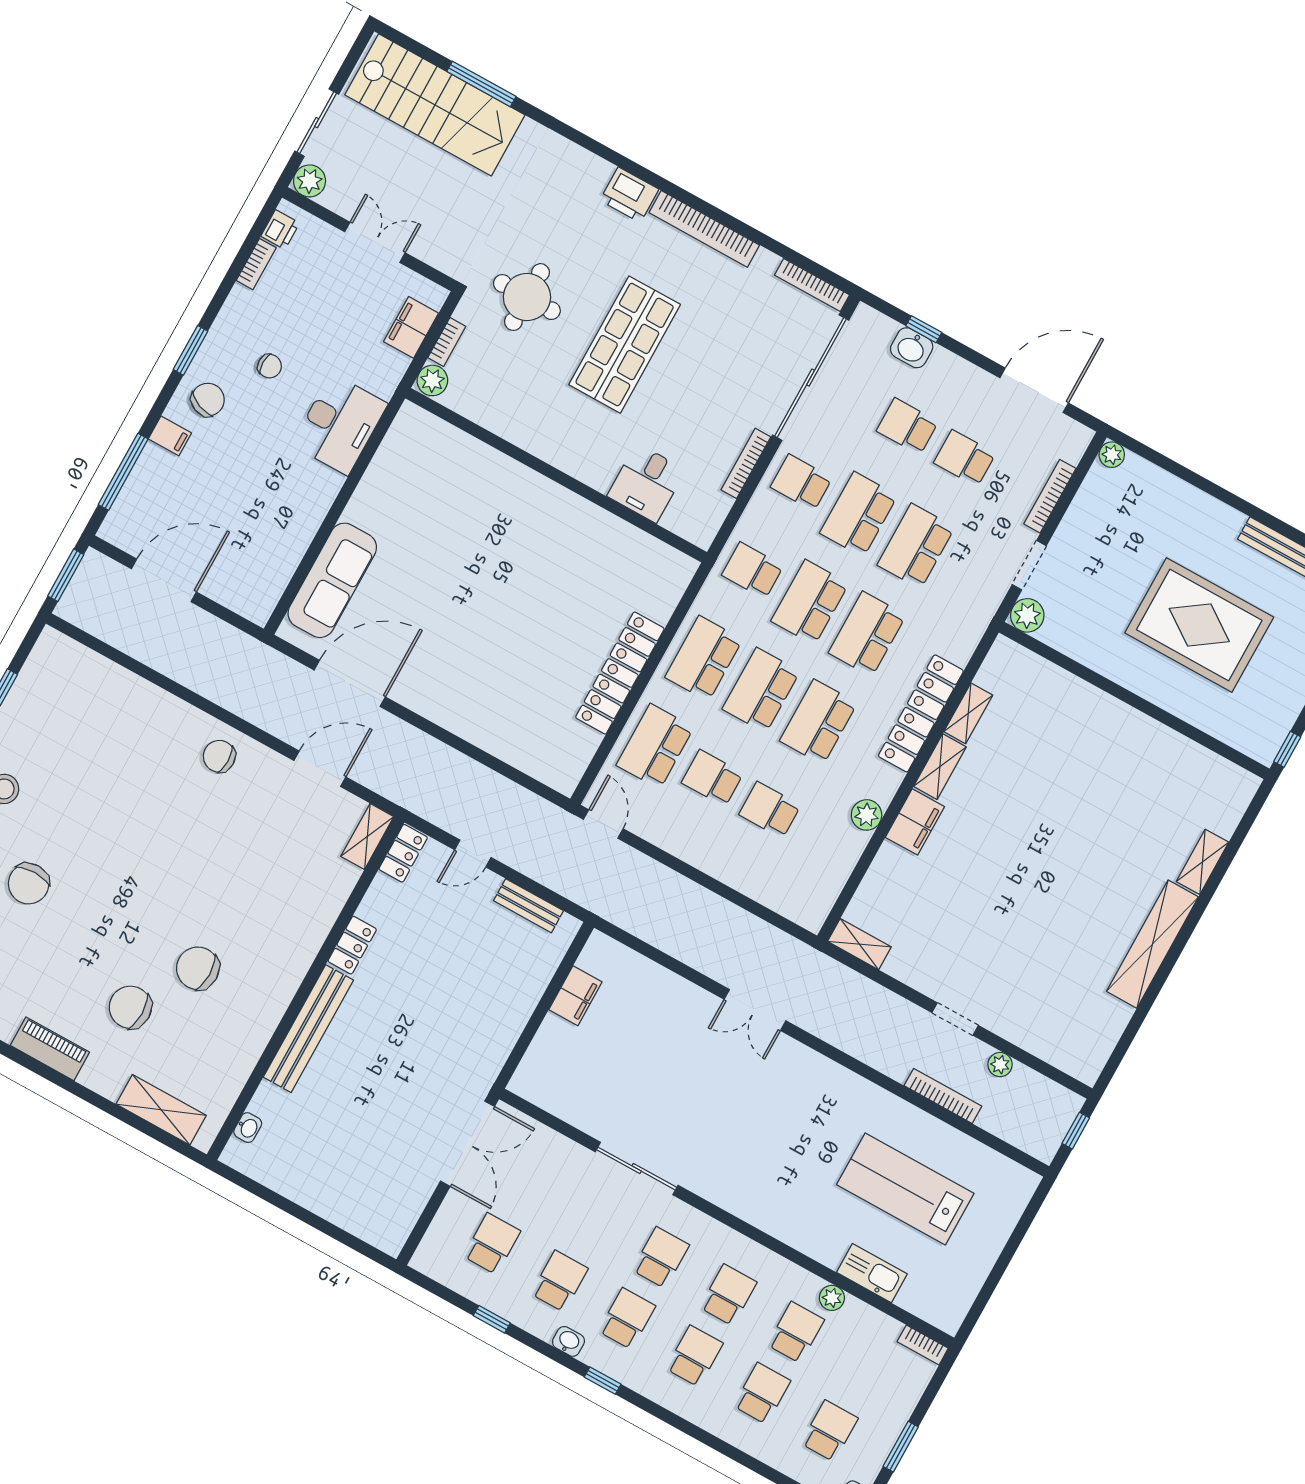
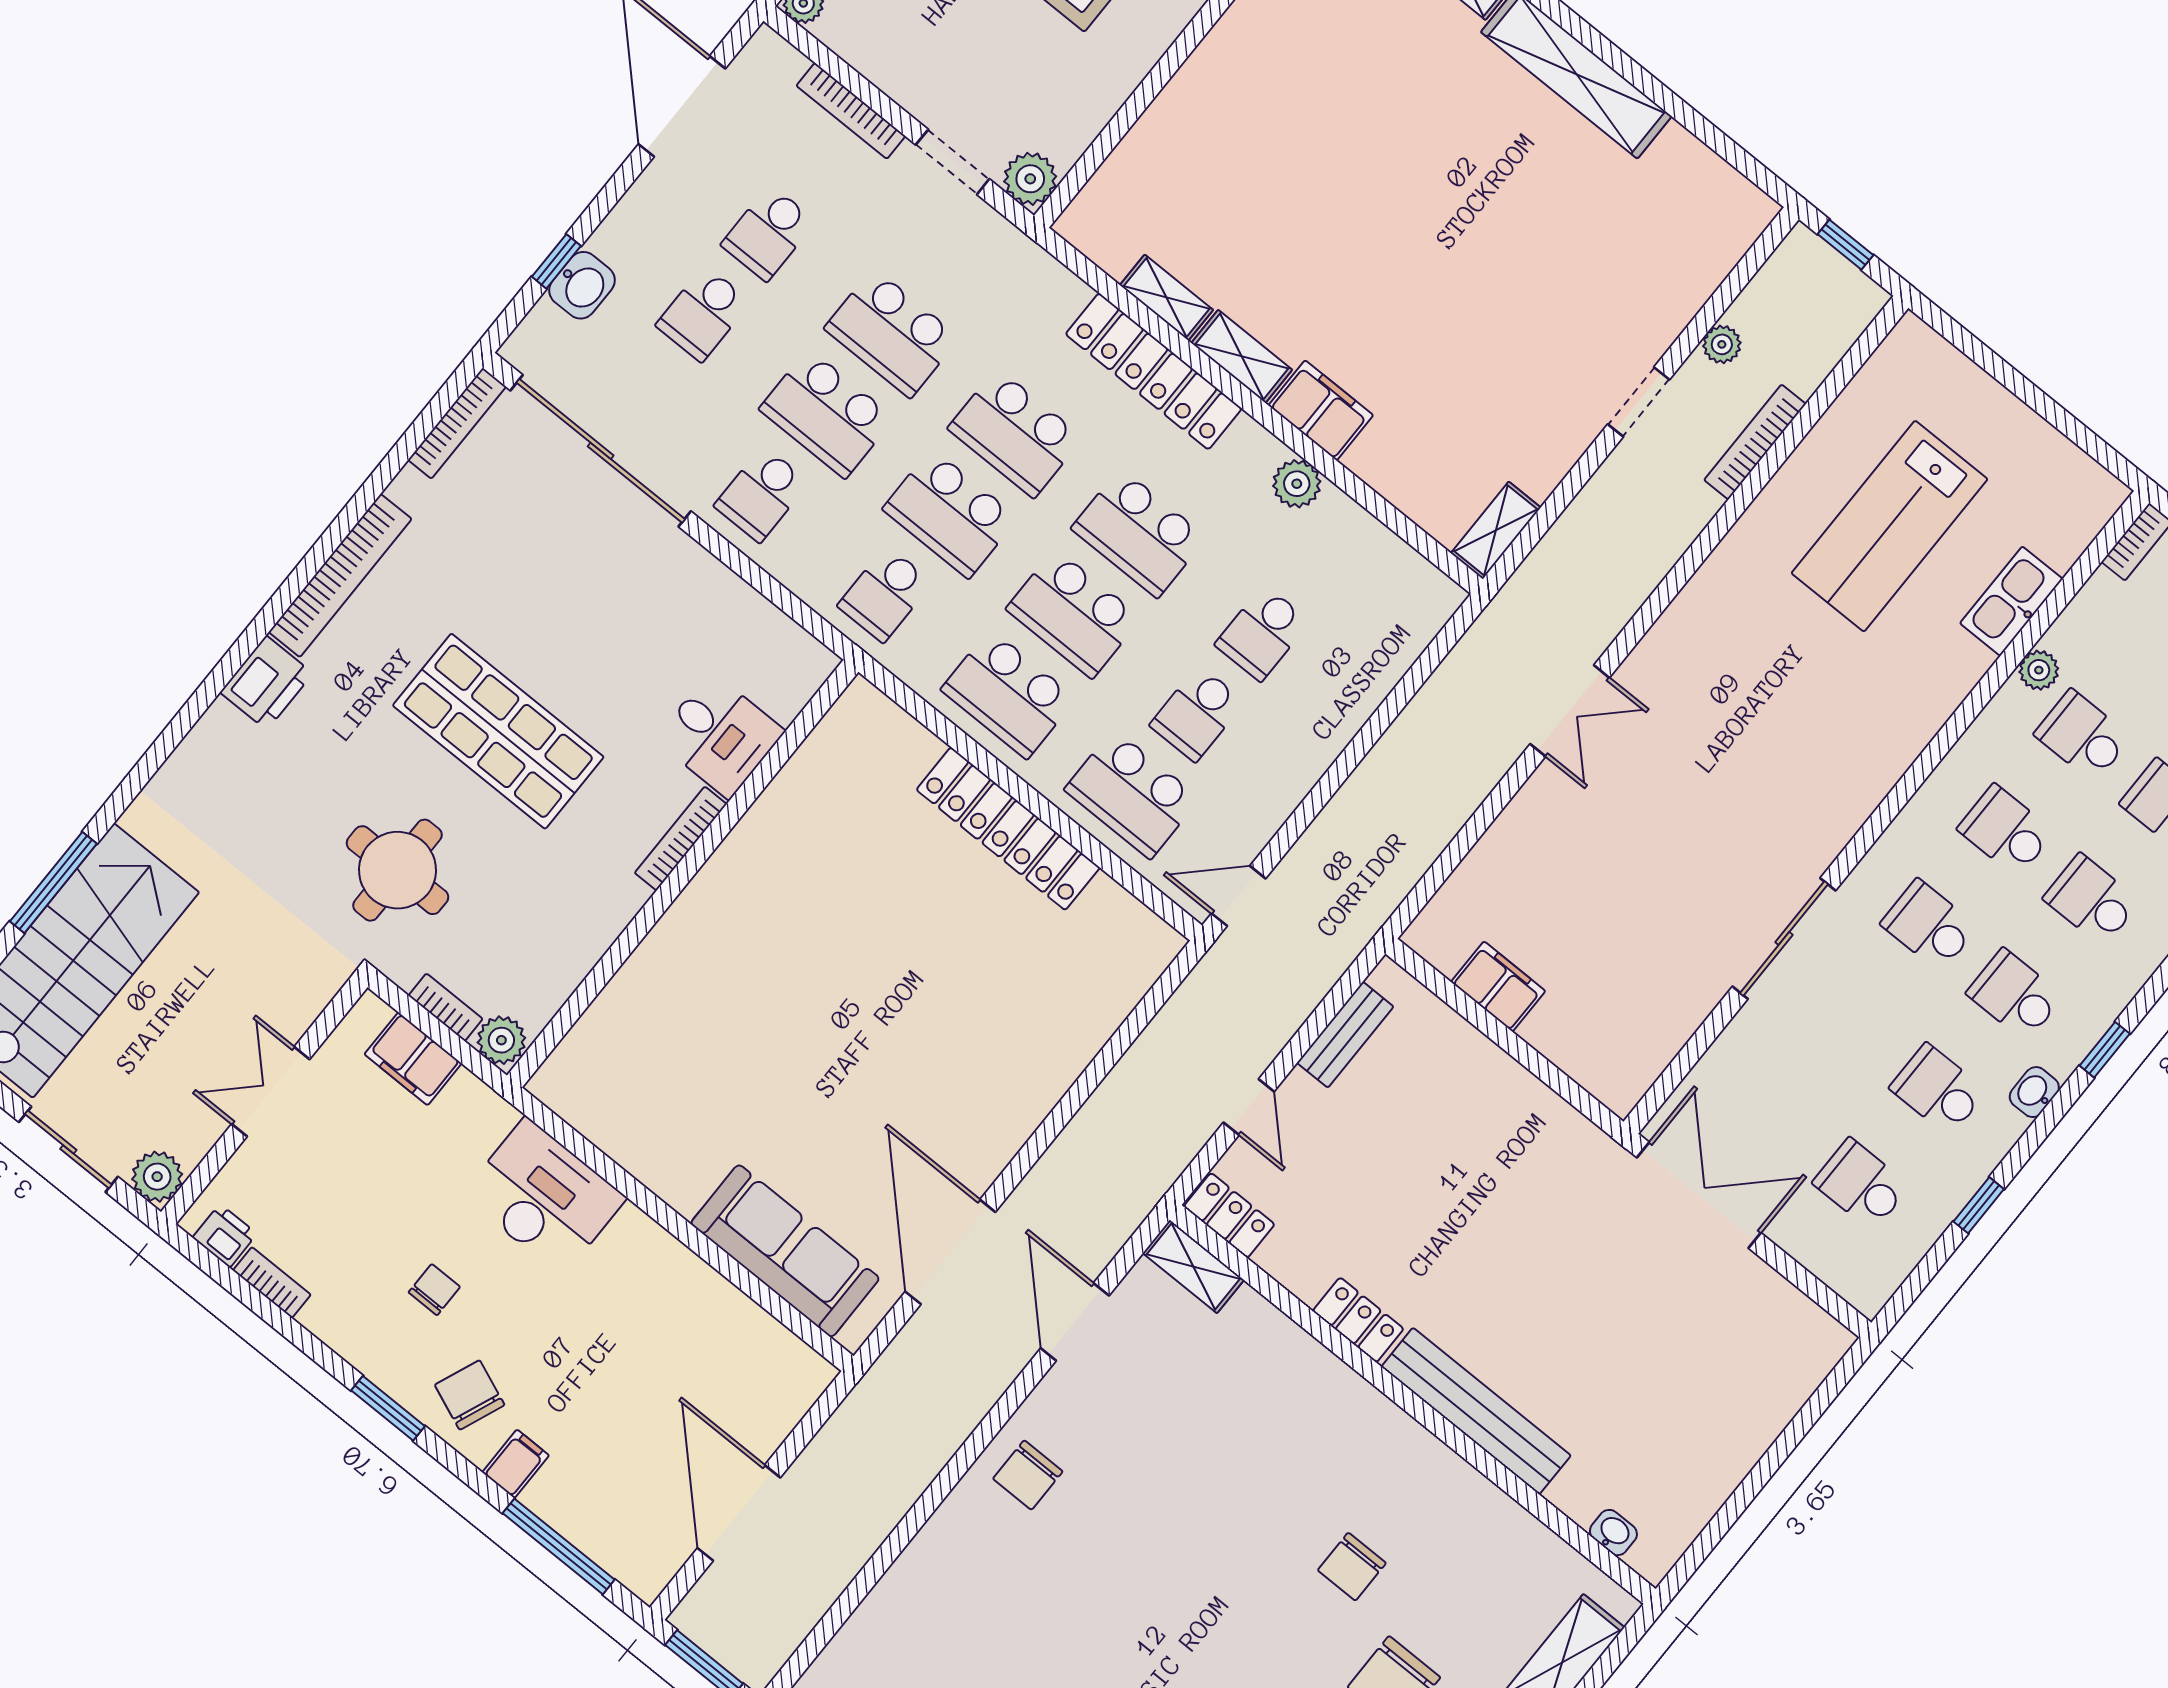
bookcase: (746, 463) -> (681, 839), moved, turned 90
chair: (198, 968) -> (1352, 1567), width x0.73, depth x0.73

